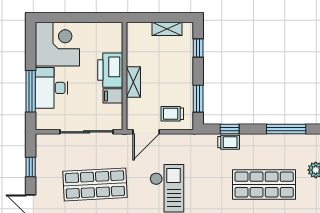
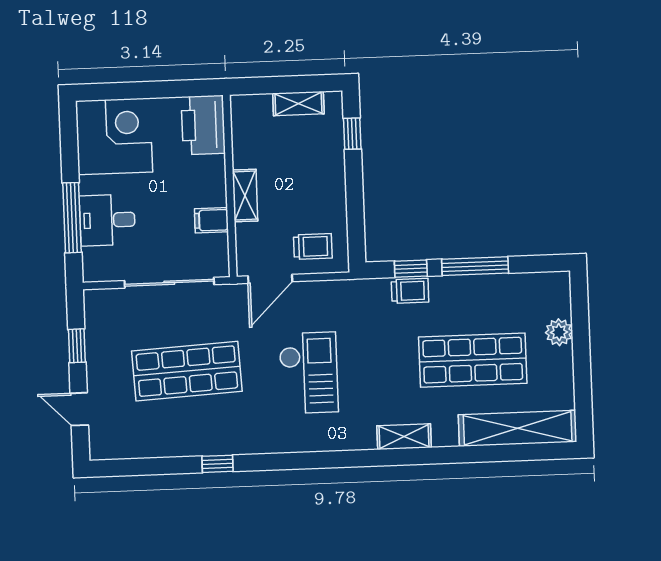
printer: (110, 70) -> (203, 125), moved
desk: (51, 88) -> (107, 220), width x0.73
window: (198, 99) -> (356, 219), removed
trolley: (172, 114) -> (313, 246), turned 180
window: (286, 129) -> (475, 266), moved

